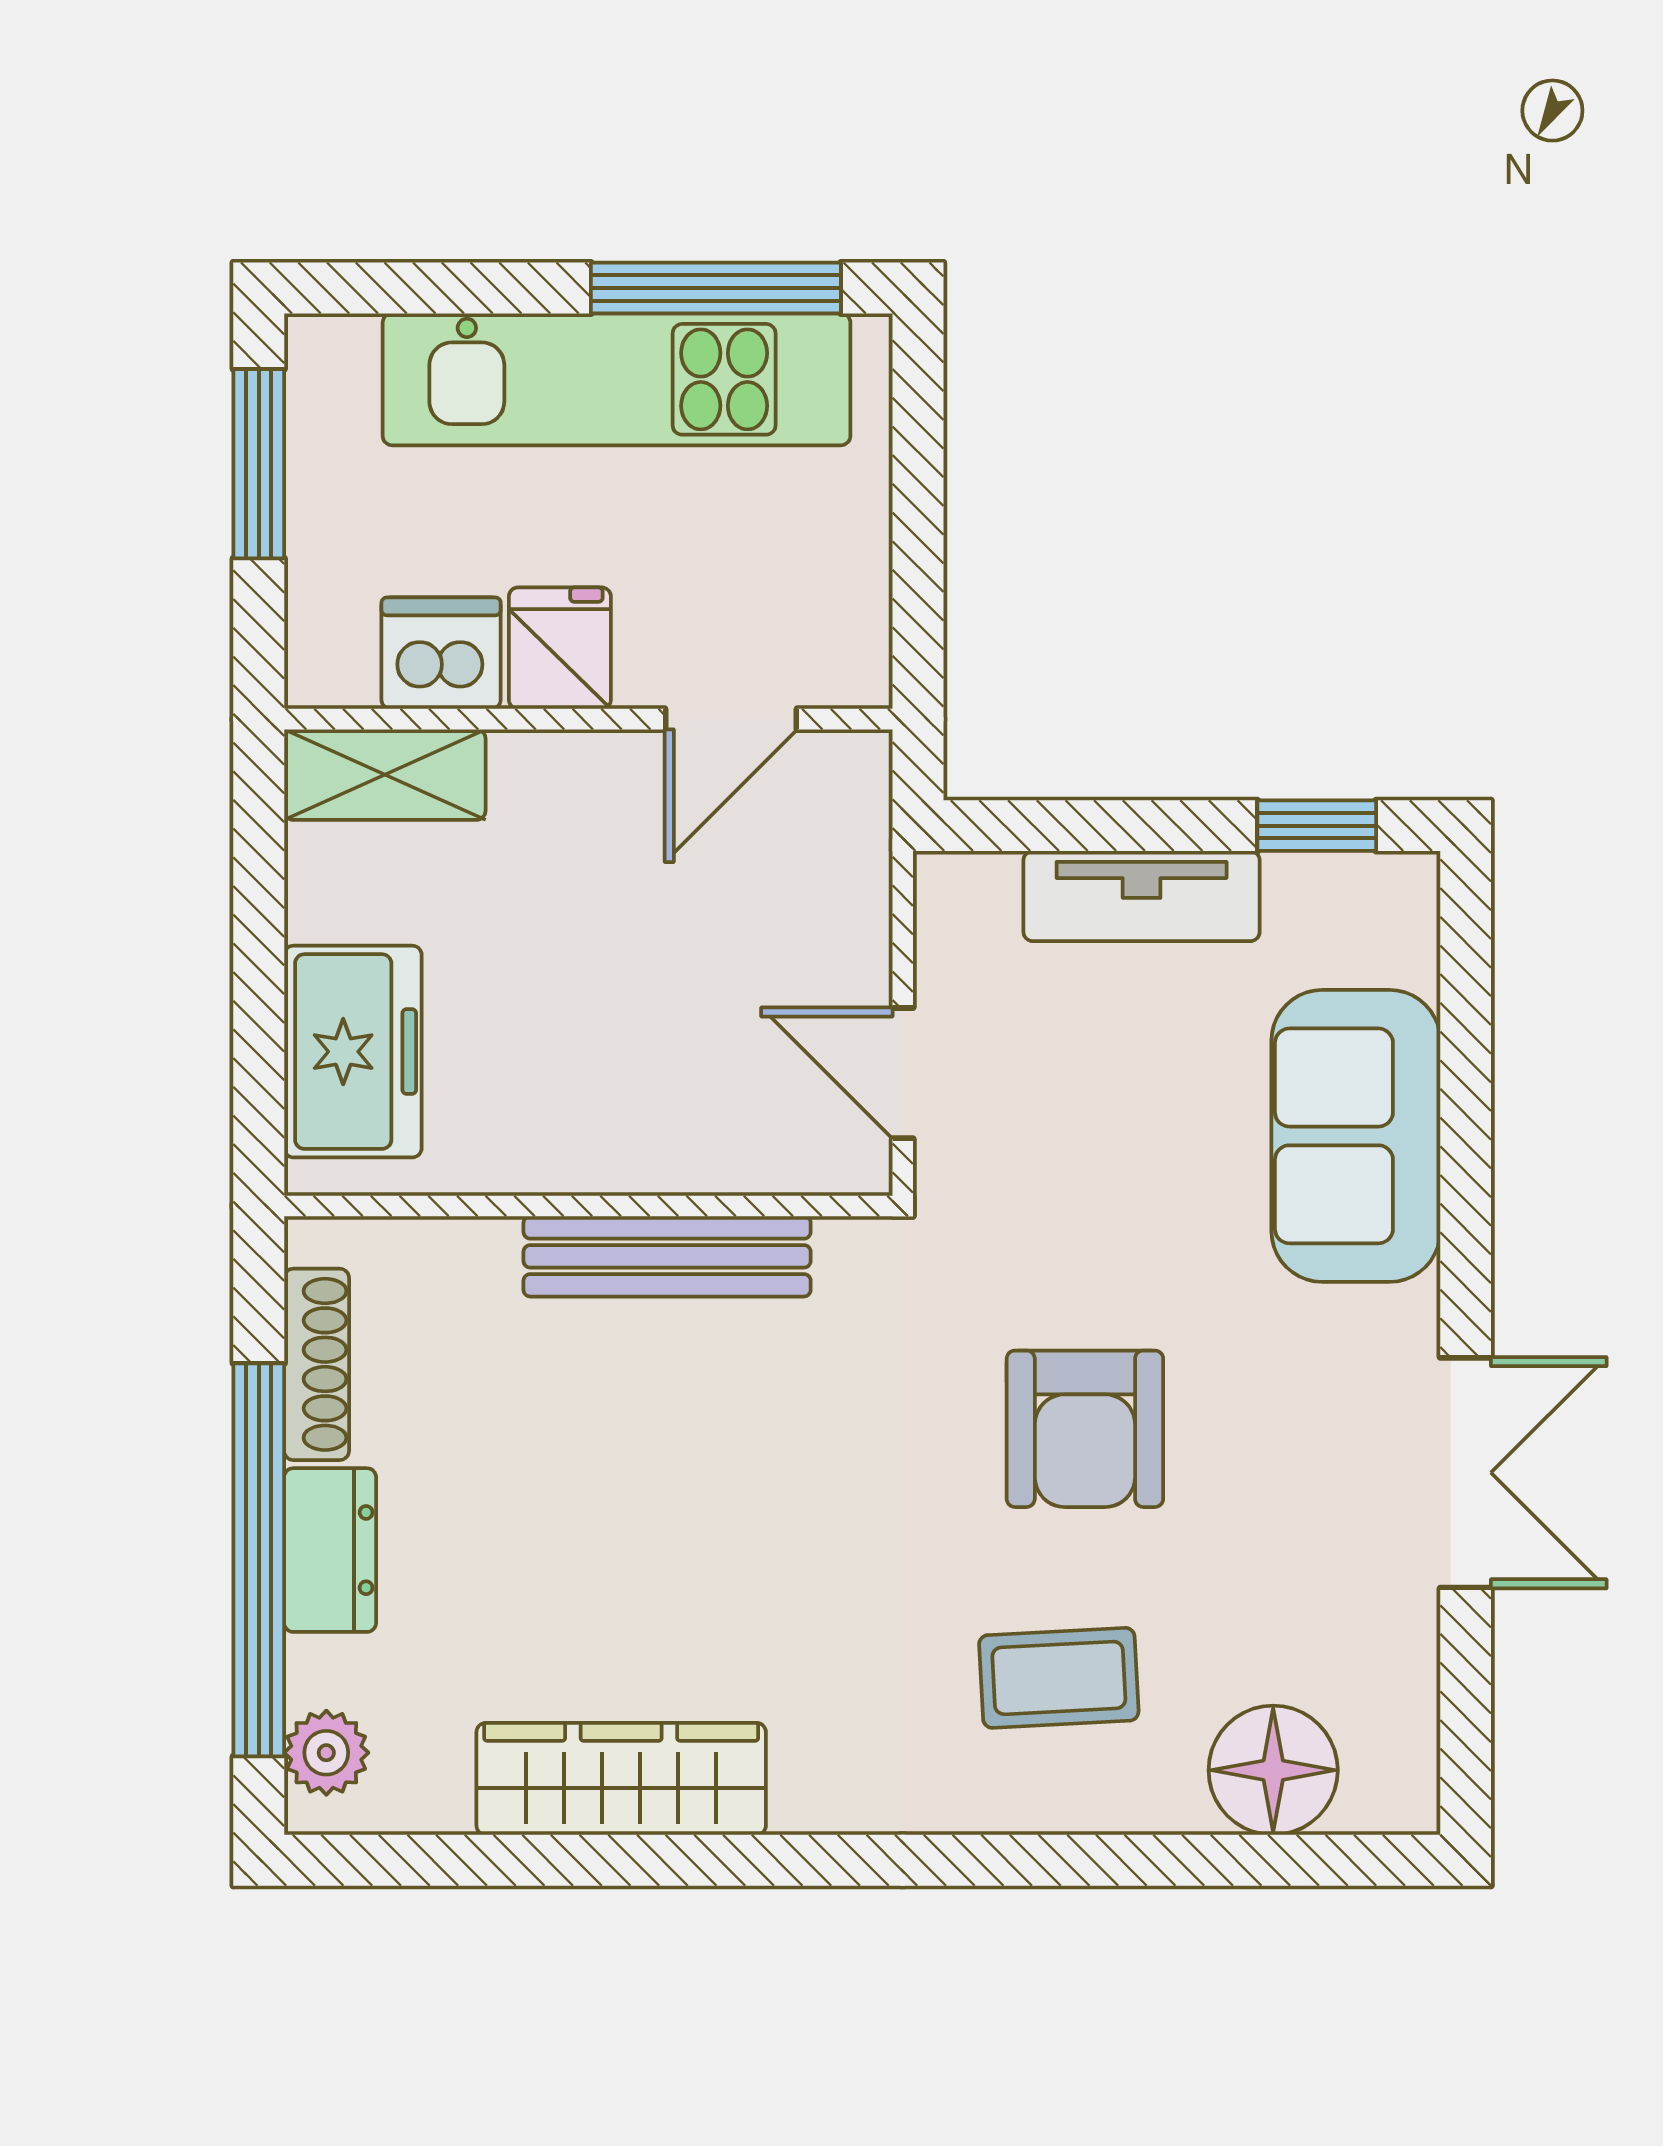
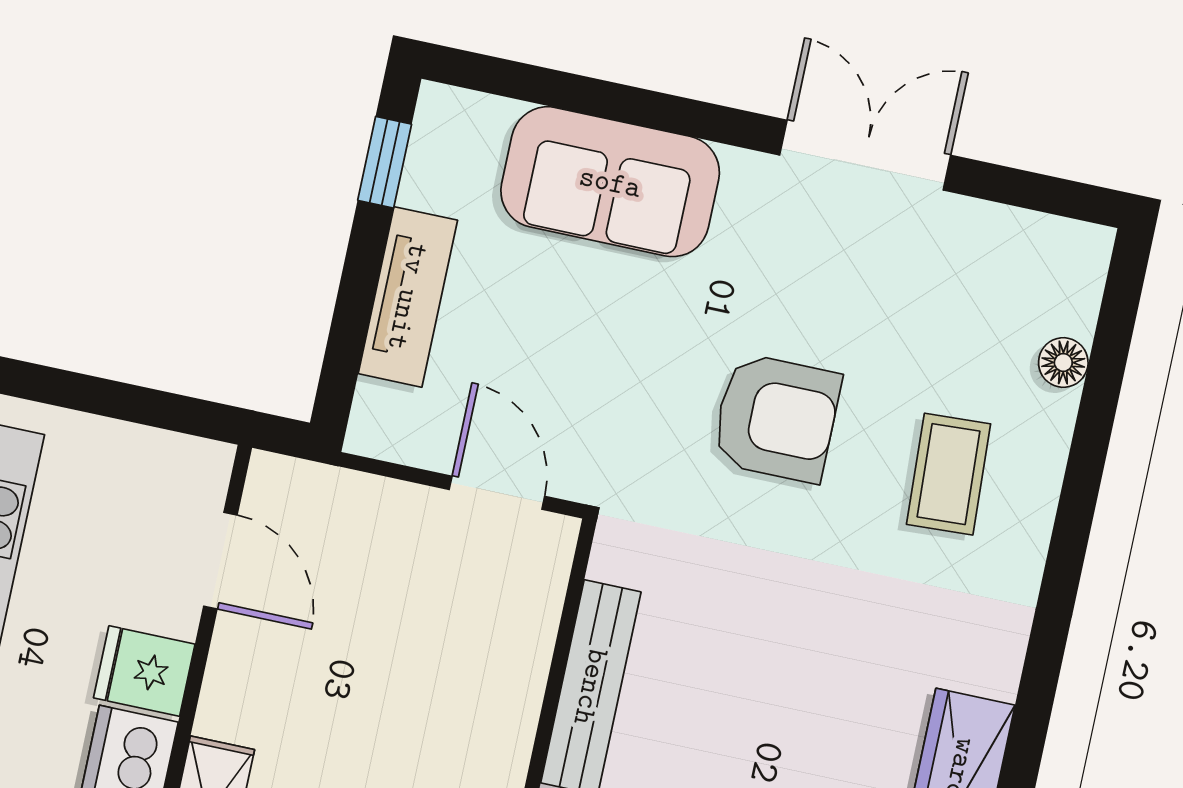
door: (903, 1073) -> (497, 493), swing flipped
floor lamp: (1273, 1770) -> (1063, 363), width x0.53, depth x0.53

